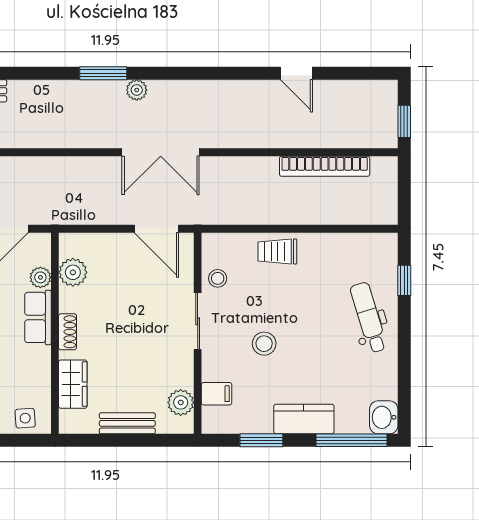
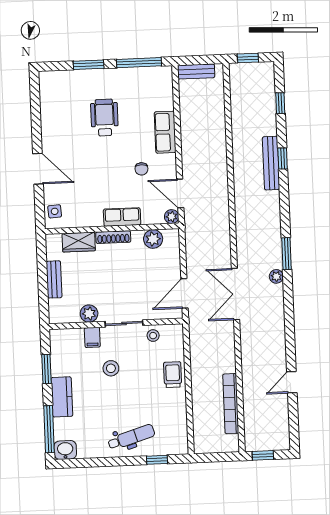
plant: (40, 277) -> (172, 217), moved
shoe rack: (68, 332) -> (113, 237), width x1.43
filing cabinet: (217, 394) -> (92, 337), moved
plant: (181, 402) -> (89, 314), moved

